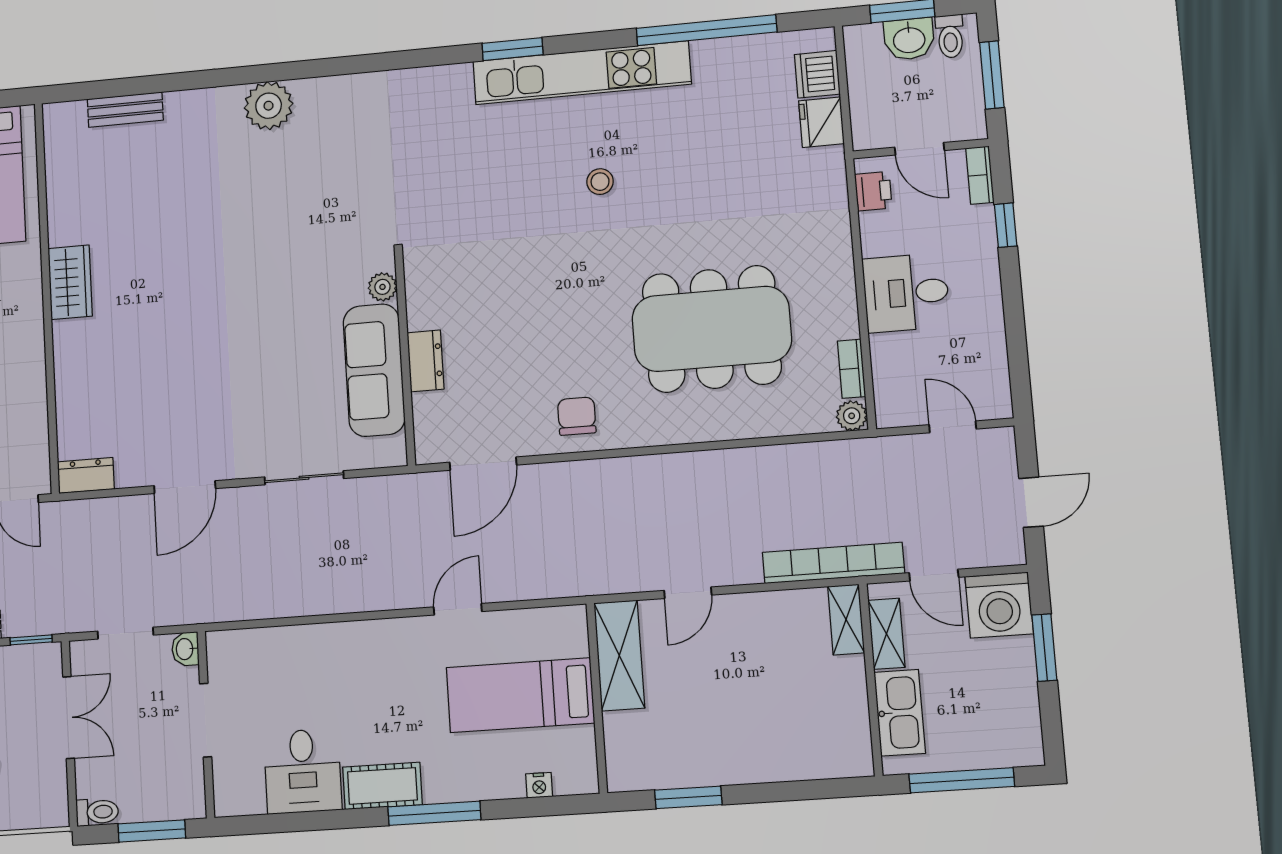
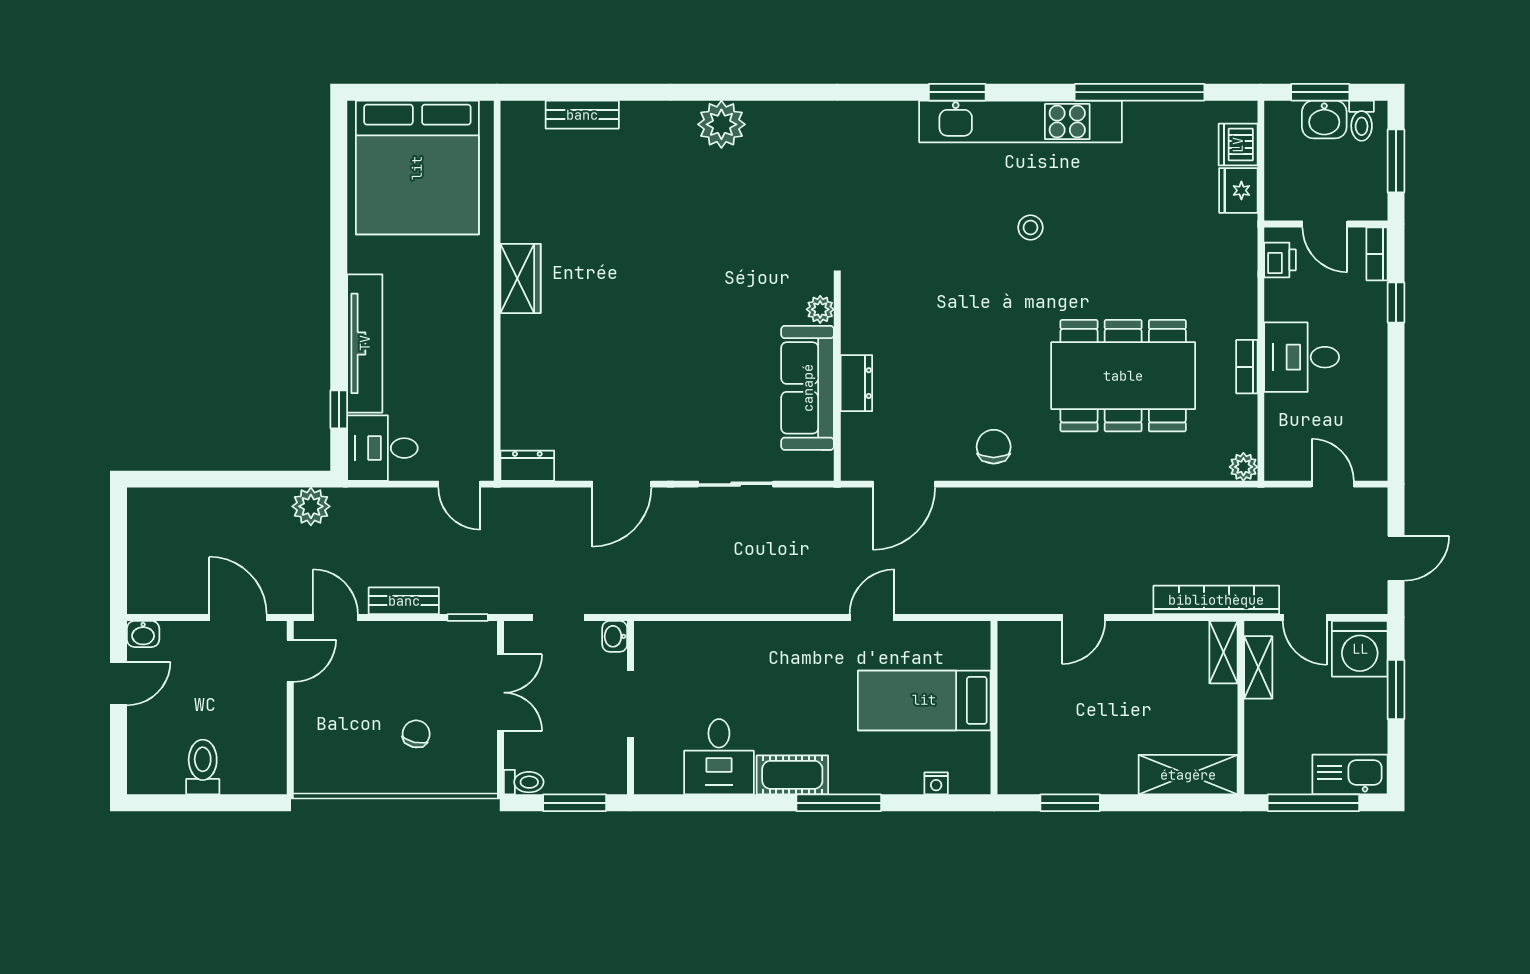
bookcase: (851, 369) -> (1247, 367), moved
shelving: (619, 655) -> (1188, 775), moved, turned 90
kitchen sink: (900, 713) -> (1350, 774), moved, turned -90

